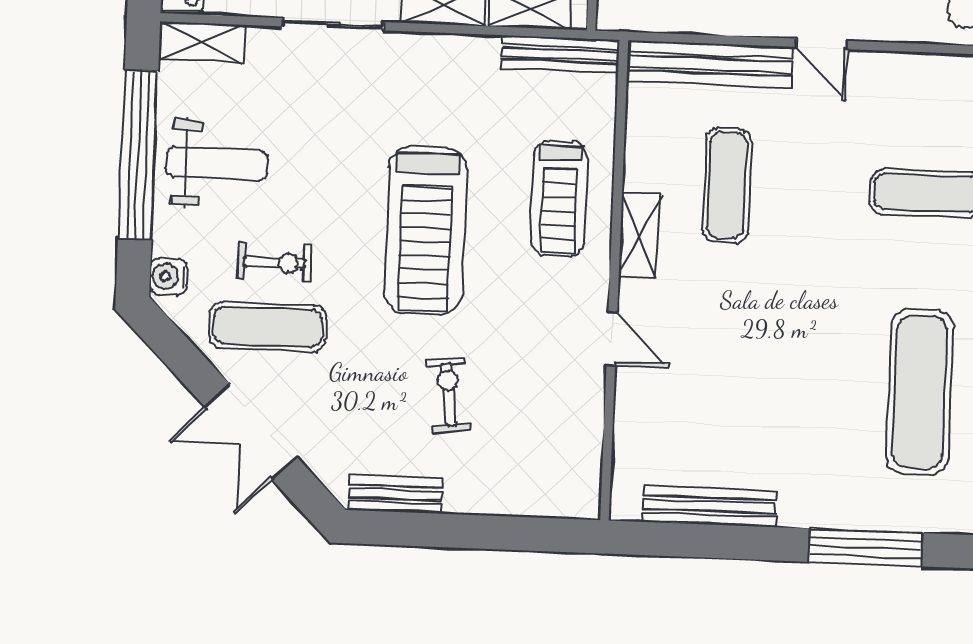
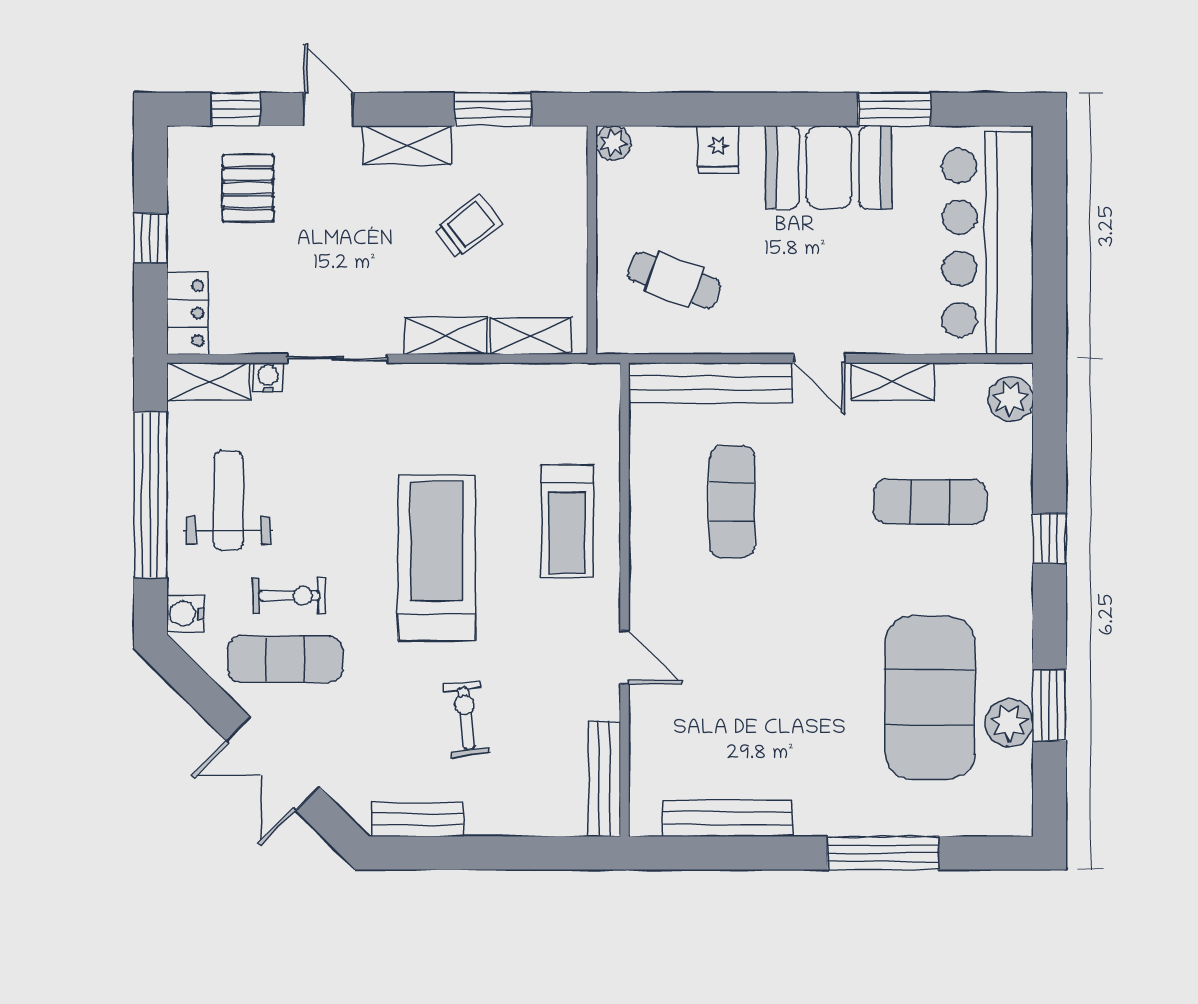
water cooler: (262, 40) -> (268, 377), added
bench: (560, 54) -> (604, 779), moved, turned 90
weight bench: (217, 164) -> (228, 500), turned -90
treadmill: (426, 230) -> (437, 558), turned 180
shelving: (639, 235) -> (893, 381), moved, turned 90
exercise mat: (920, 392) -> (930, 698), width x1.47

